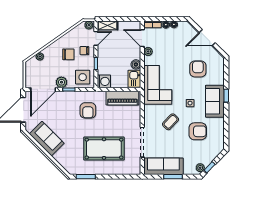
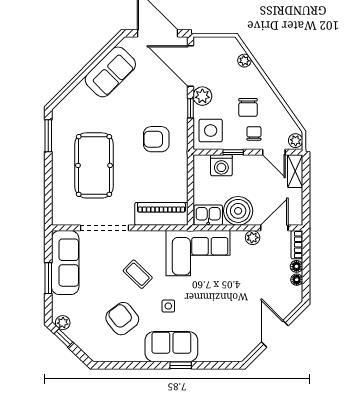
boiler: (136, 64) -> (238, 211), width x1.86, depth x1.86
armchair: (198, 69) -> (224, 319), removed
washing machine: (104, 81) -> (221, 165), moved
piano: (122, 98) -> (161, 214), moved, turned 90
armchair: (198, 131) -> (122, 319), turned 142

